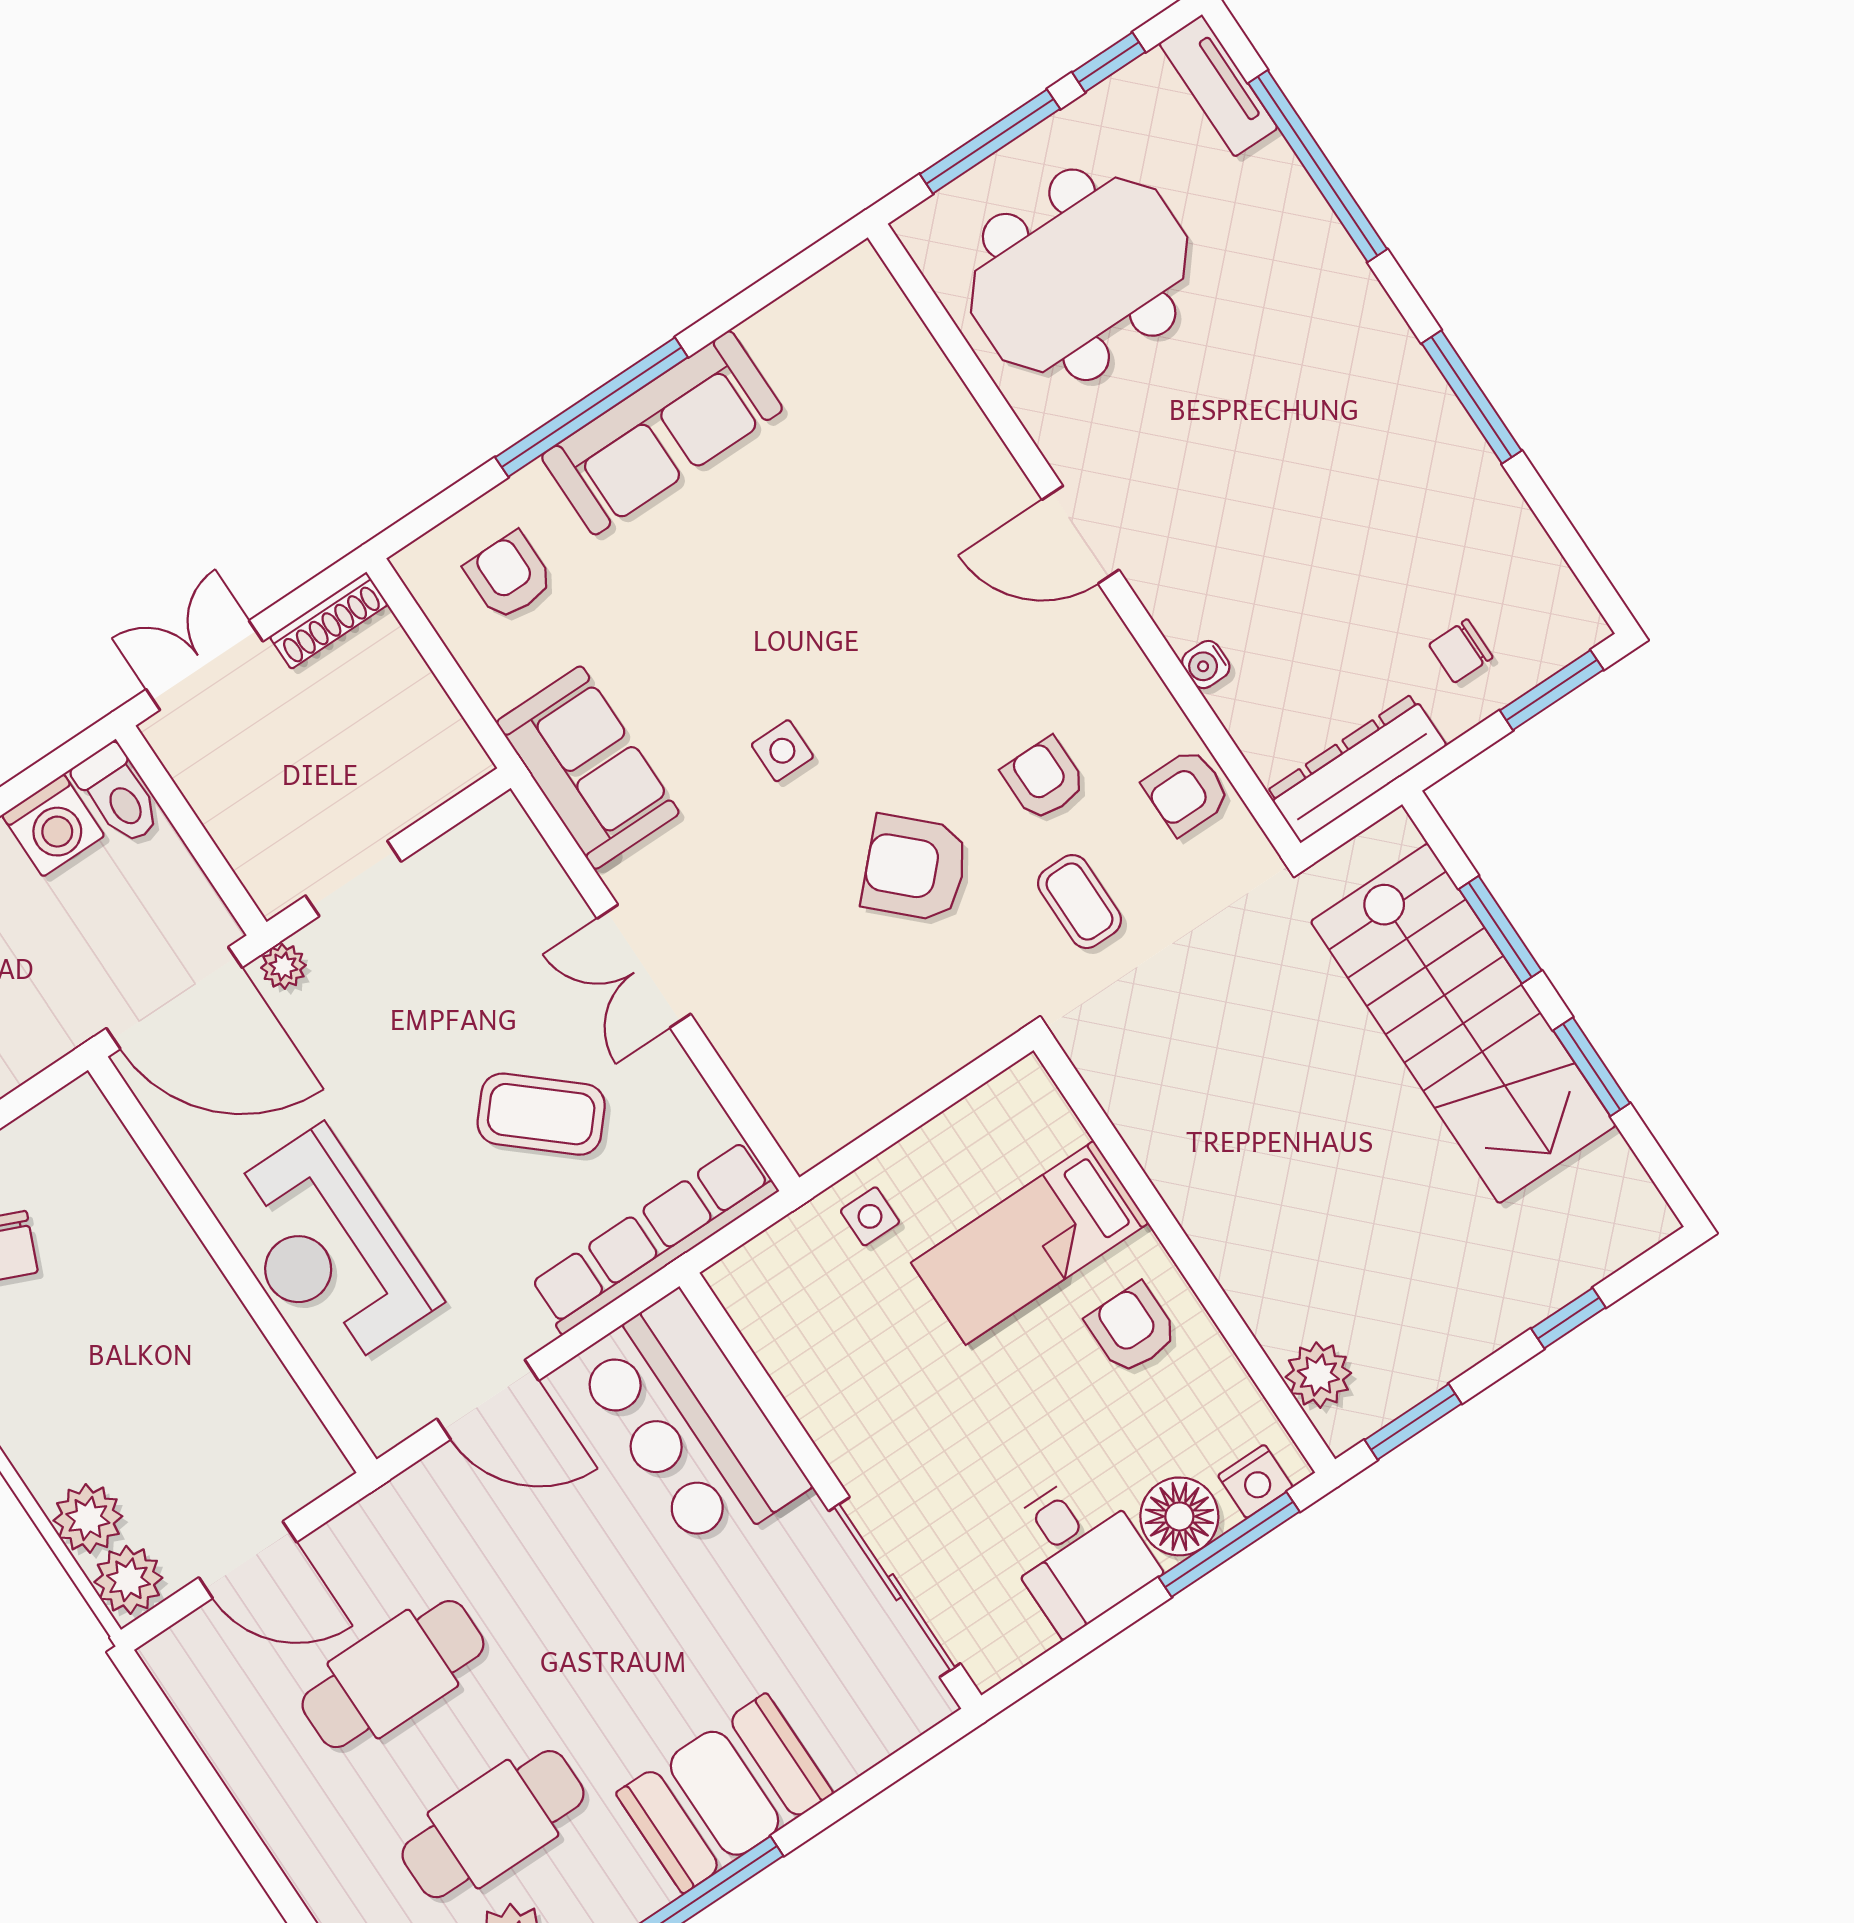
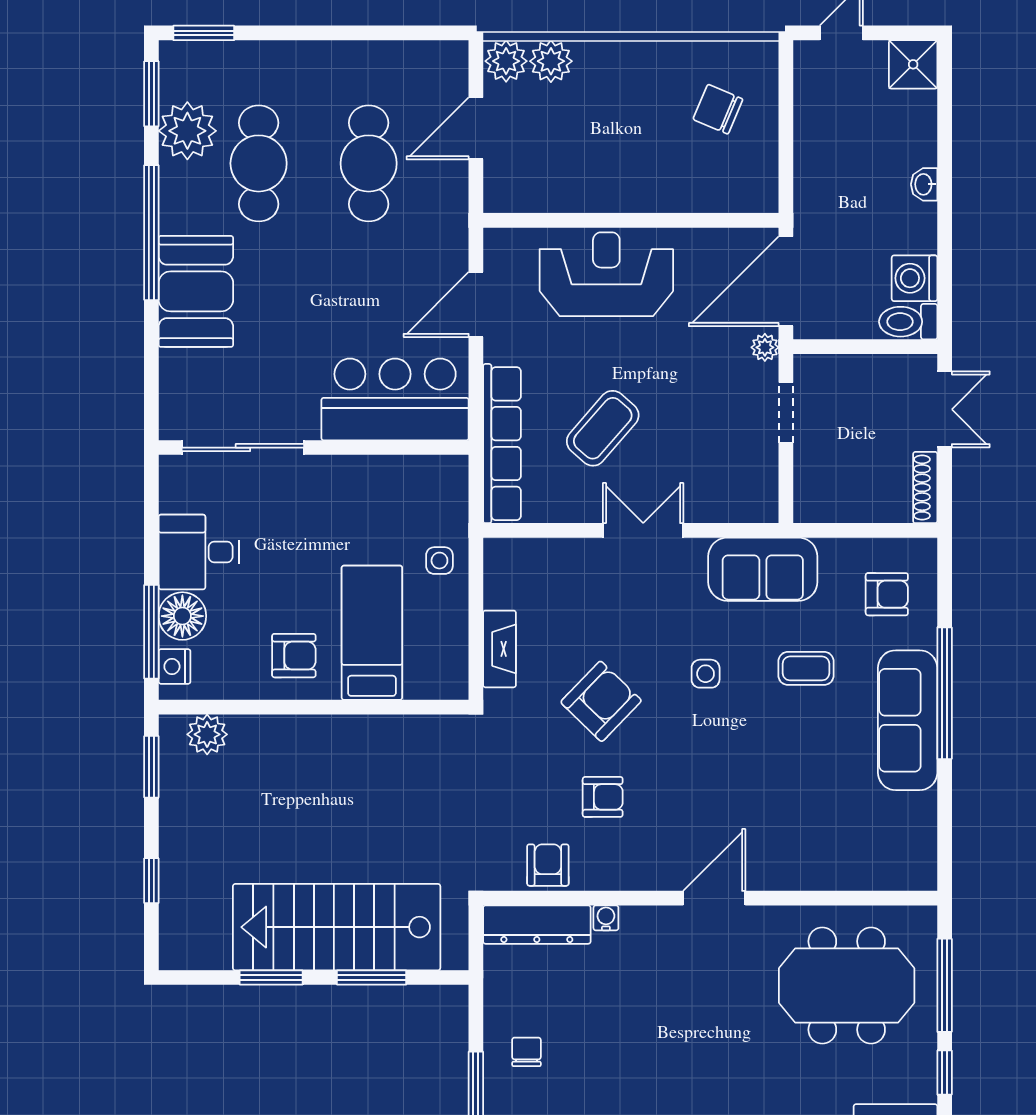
meeting table: (1079, 275) -> (847, 986), turned 90
dresser: (1356, 768) -> (537, 925), moved, turned 90
coffee table: (1080, 902) -> (806, 668), moved
fireplace: (936, 1054) -> (499, 649), added

